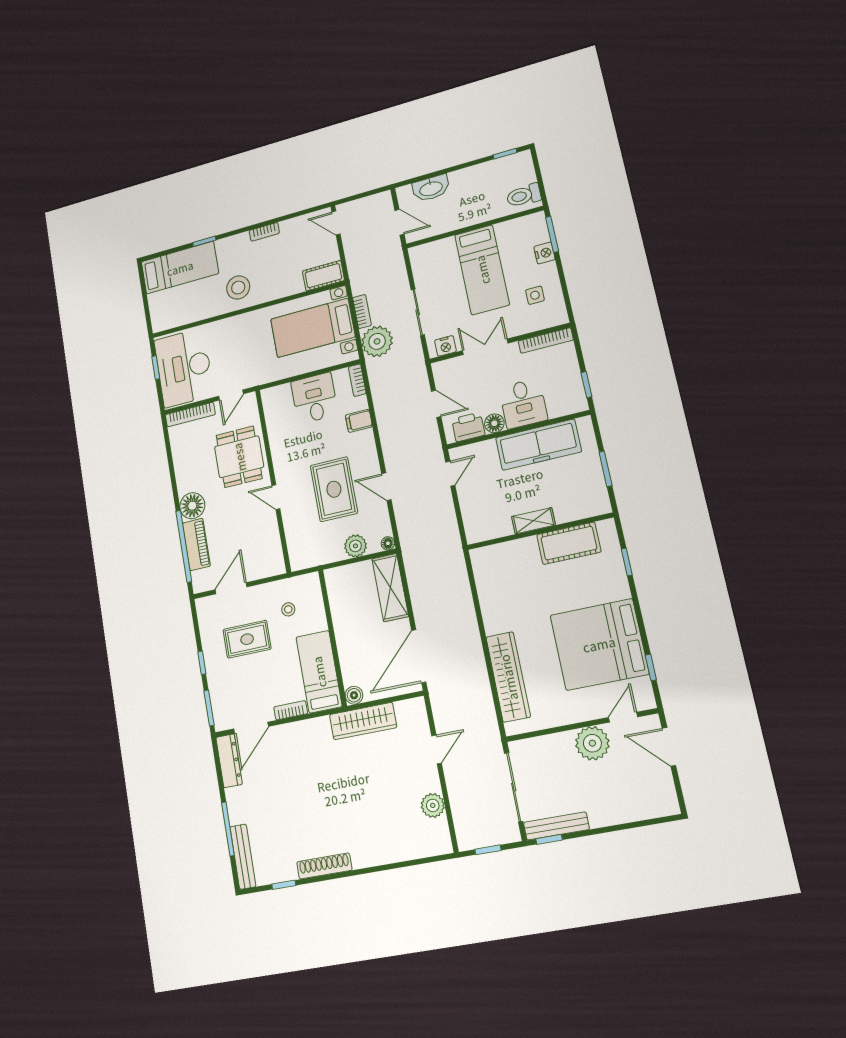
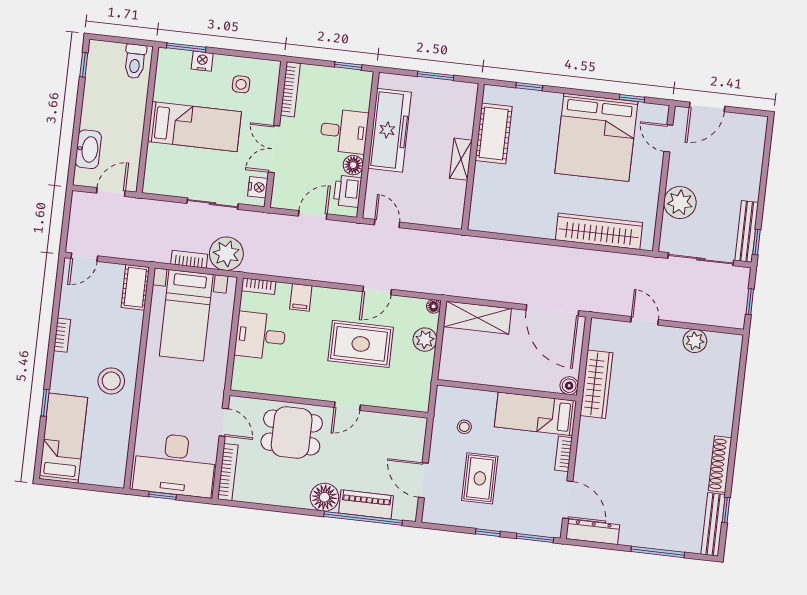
plant: (592, 743) -> (680, 203), moved
bench: (243, 857) -> (713, 524), moved, turned 90

